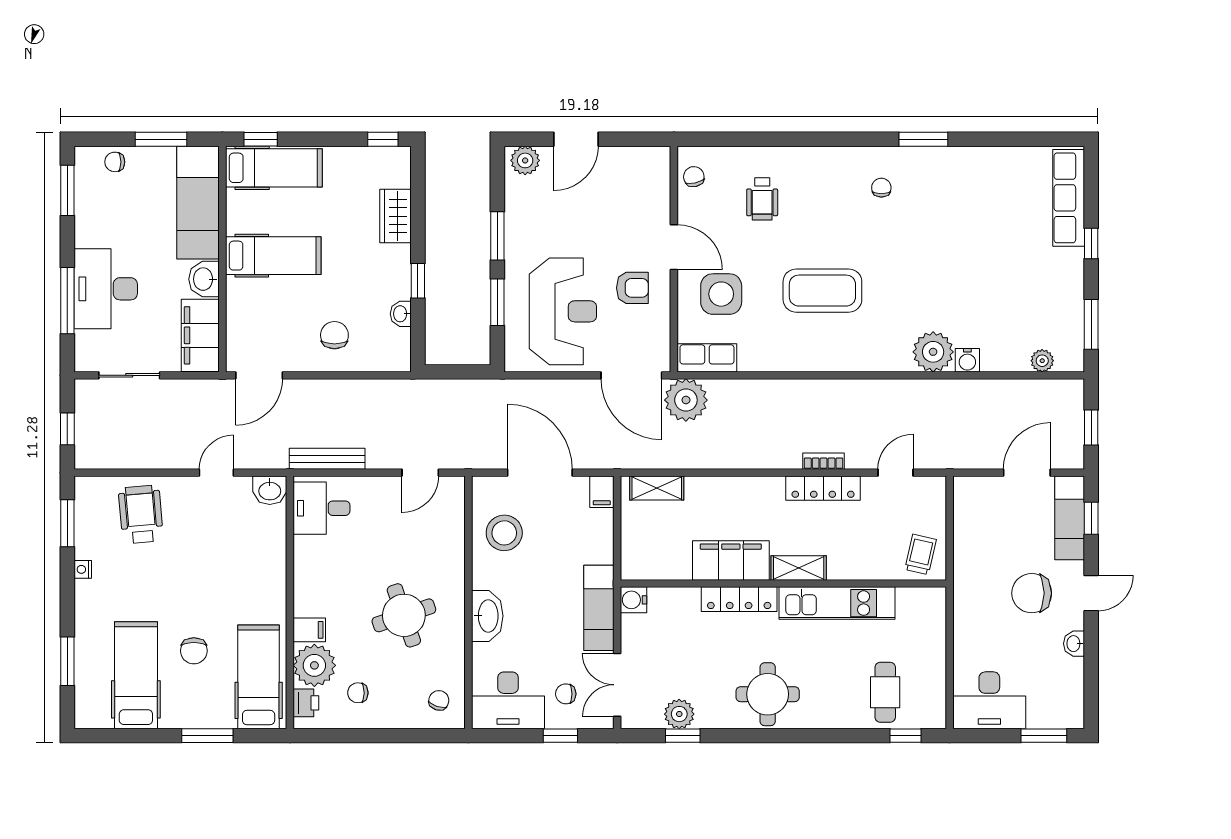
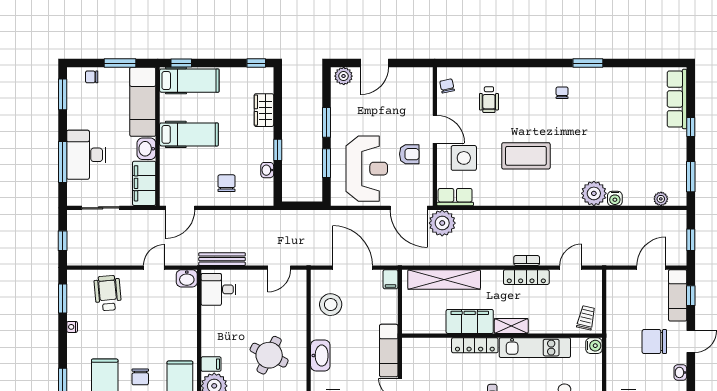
shelving: (657, 488) -> (444, 279), width x2.20, depth x1.33
water cooler: (633, 600) -> (594, 346), moved, turned 180
round table: (404, 615) -> (269, 355), turned 45

